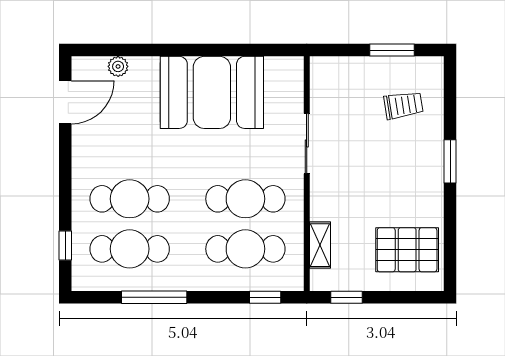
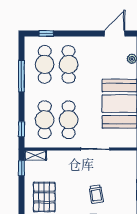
door: (65, 102) -> (115, 34), swing flipped
trolley: (403, 105) -> (96, 194), moved
shelving: (320, 245) -> (35, 155), moved

